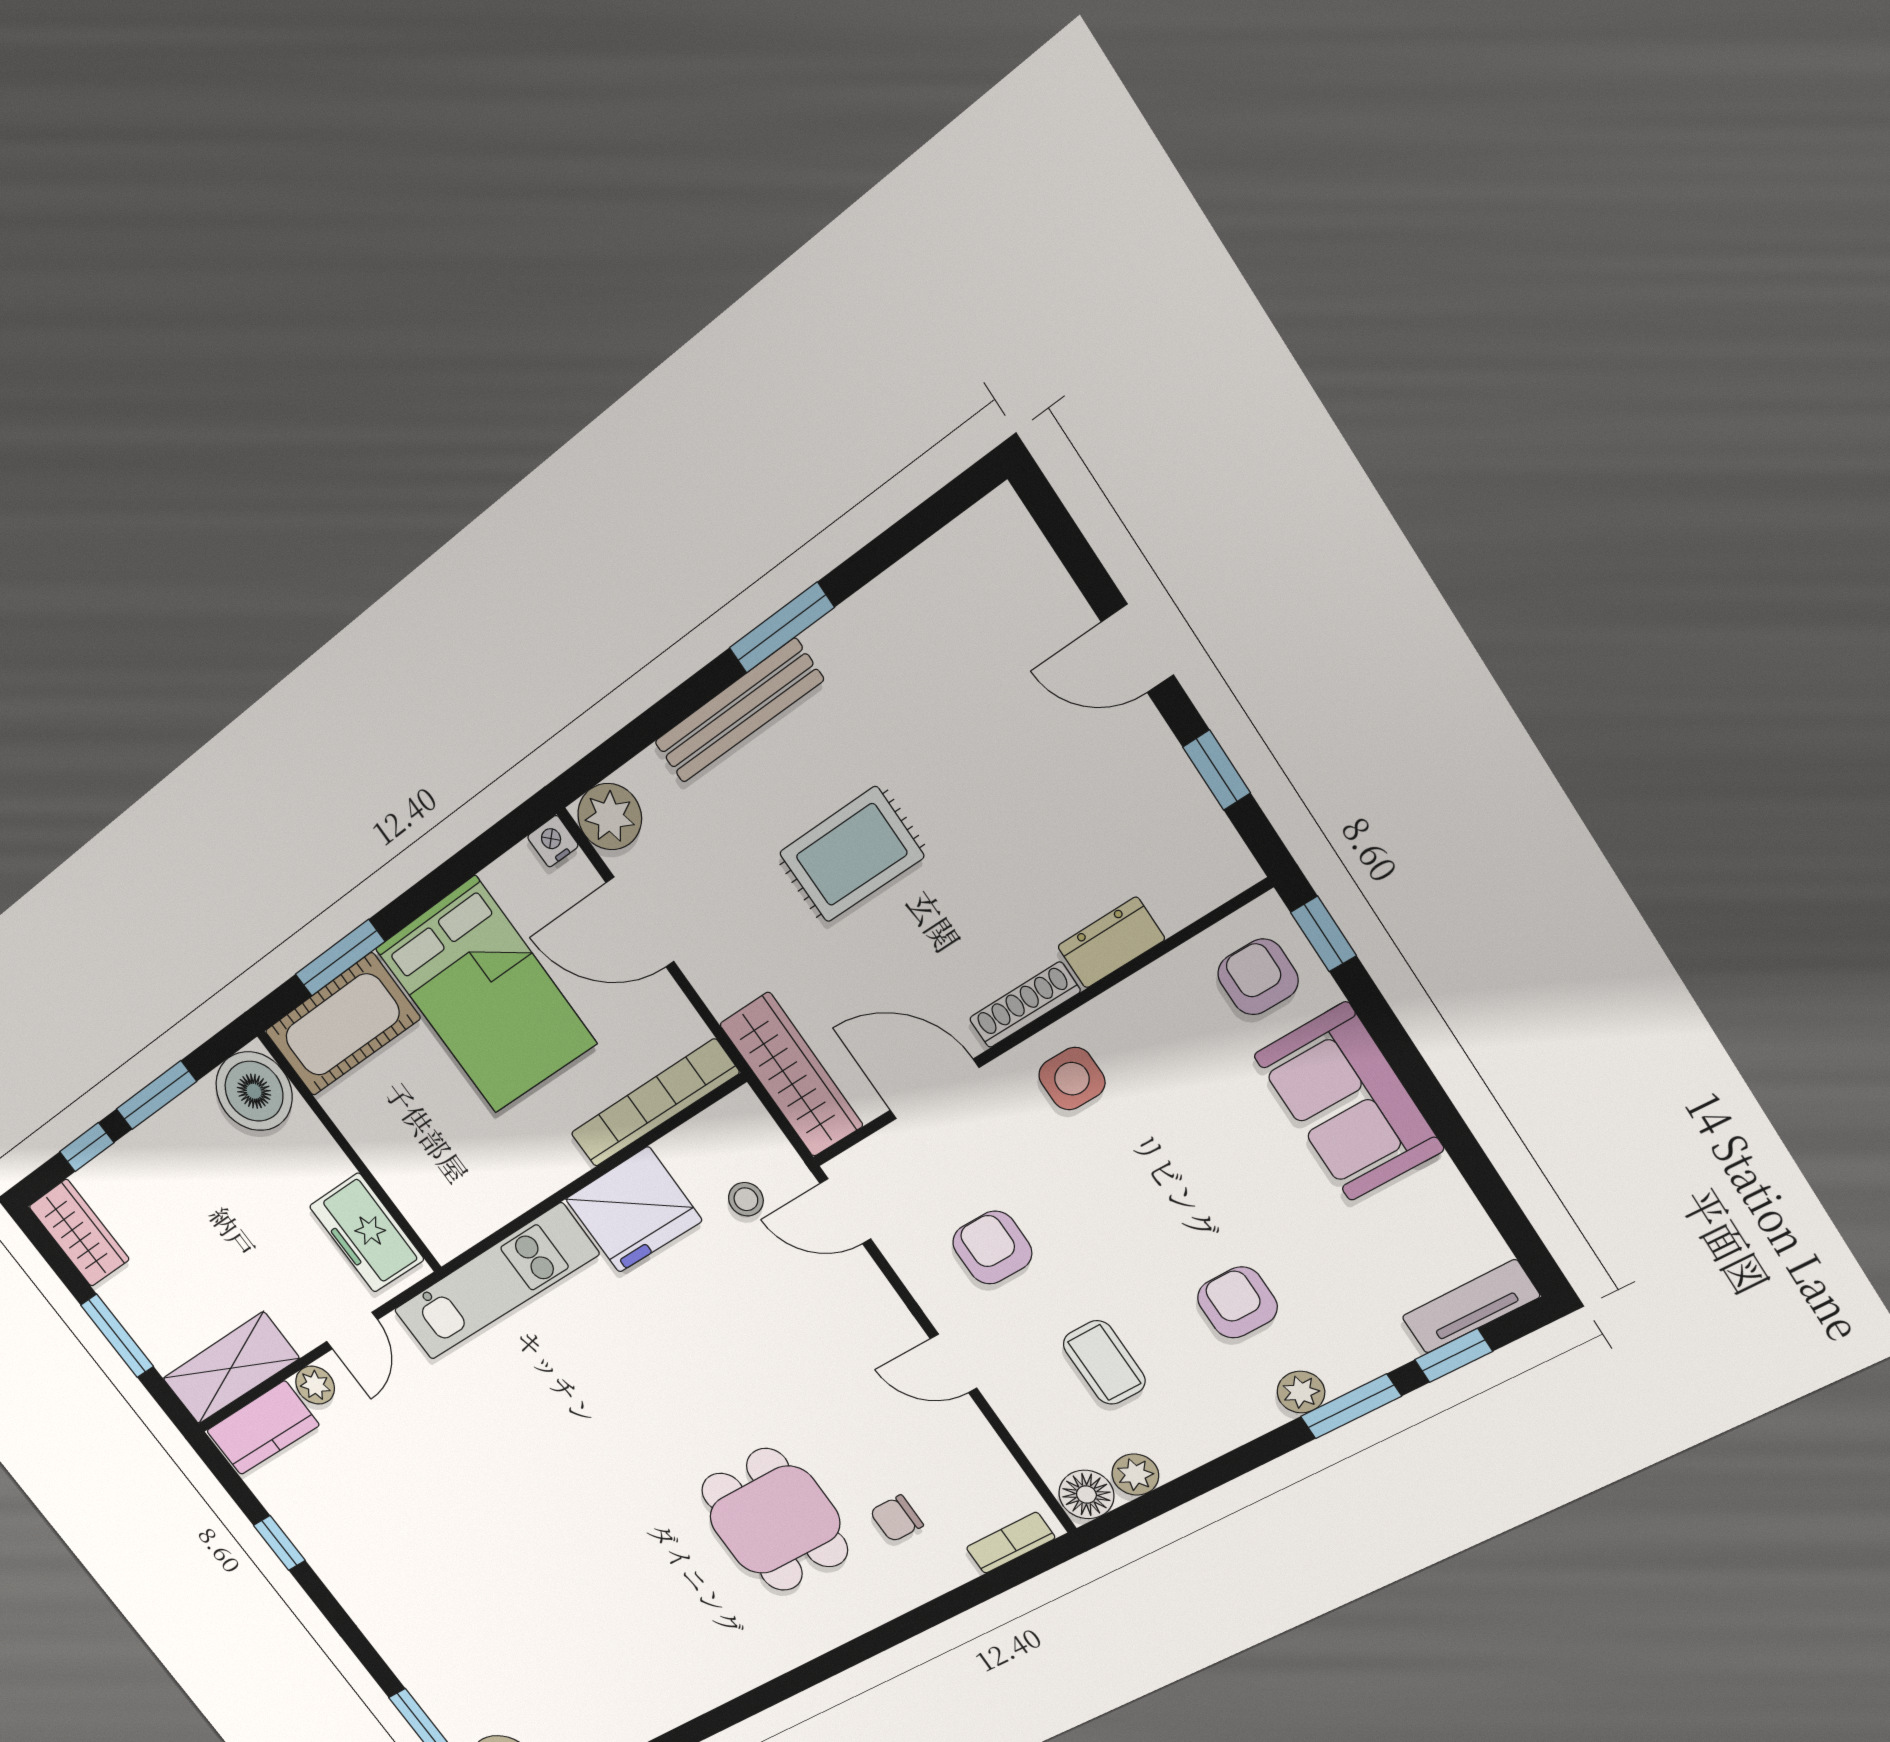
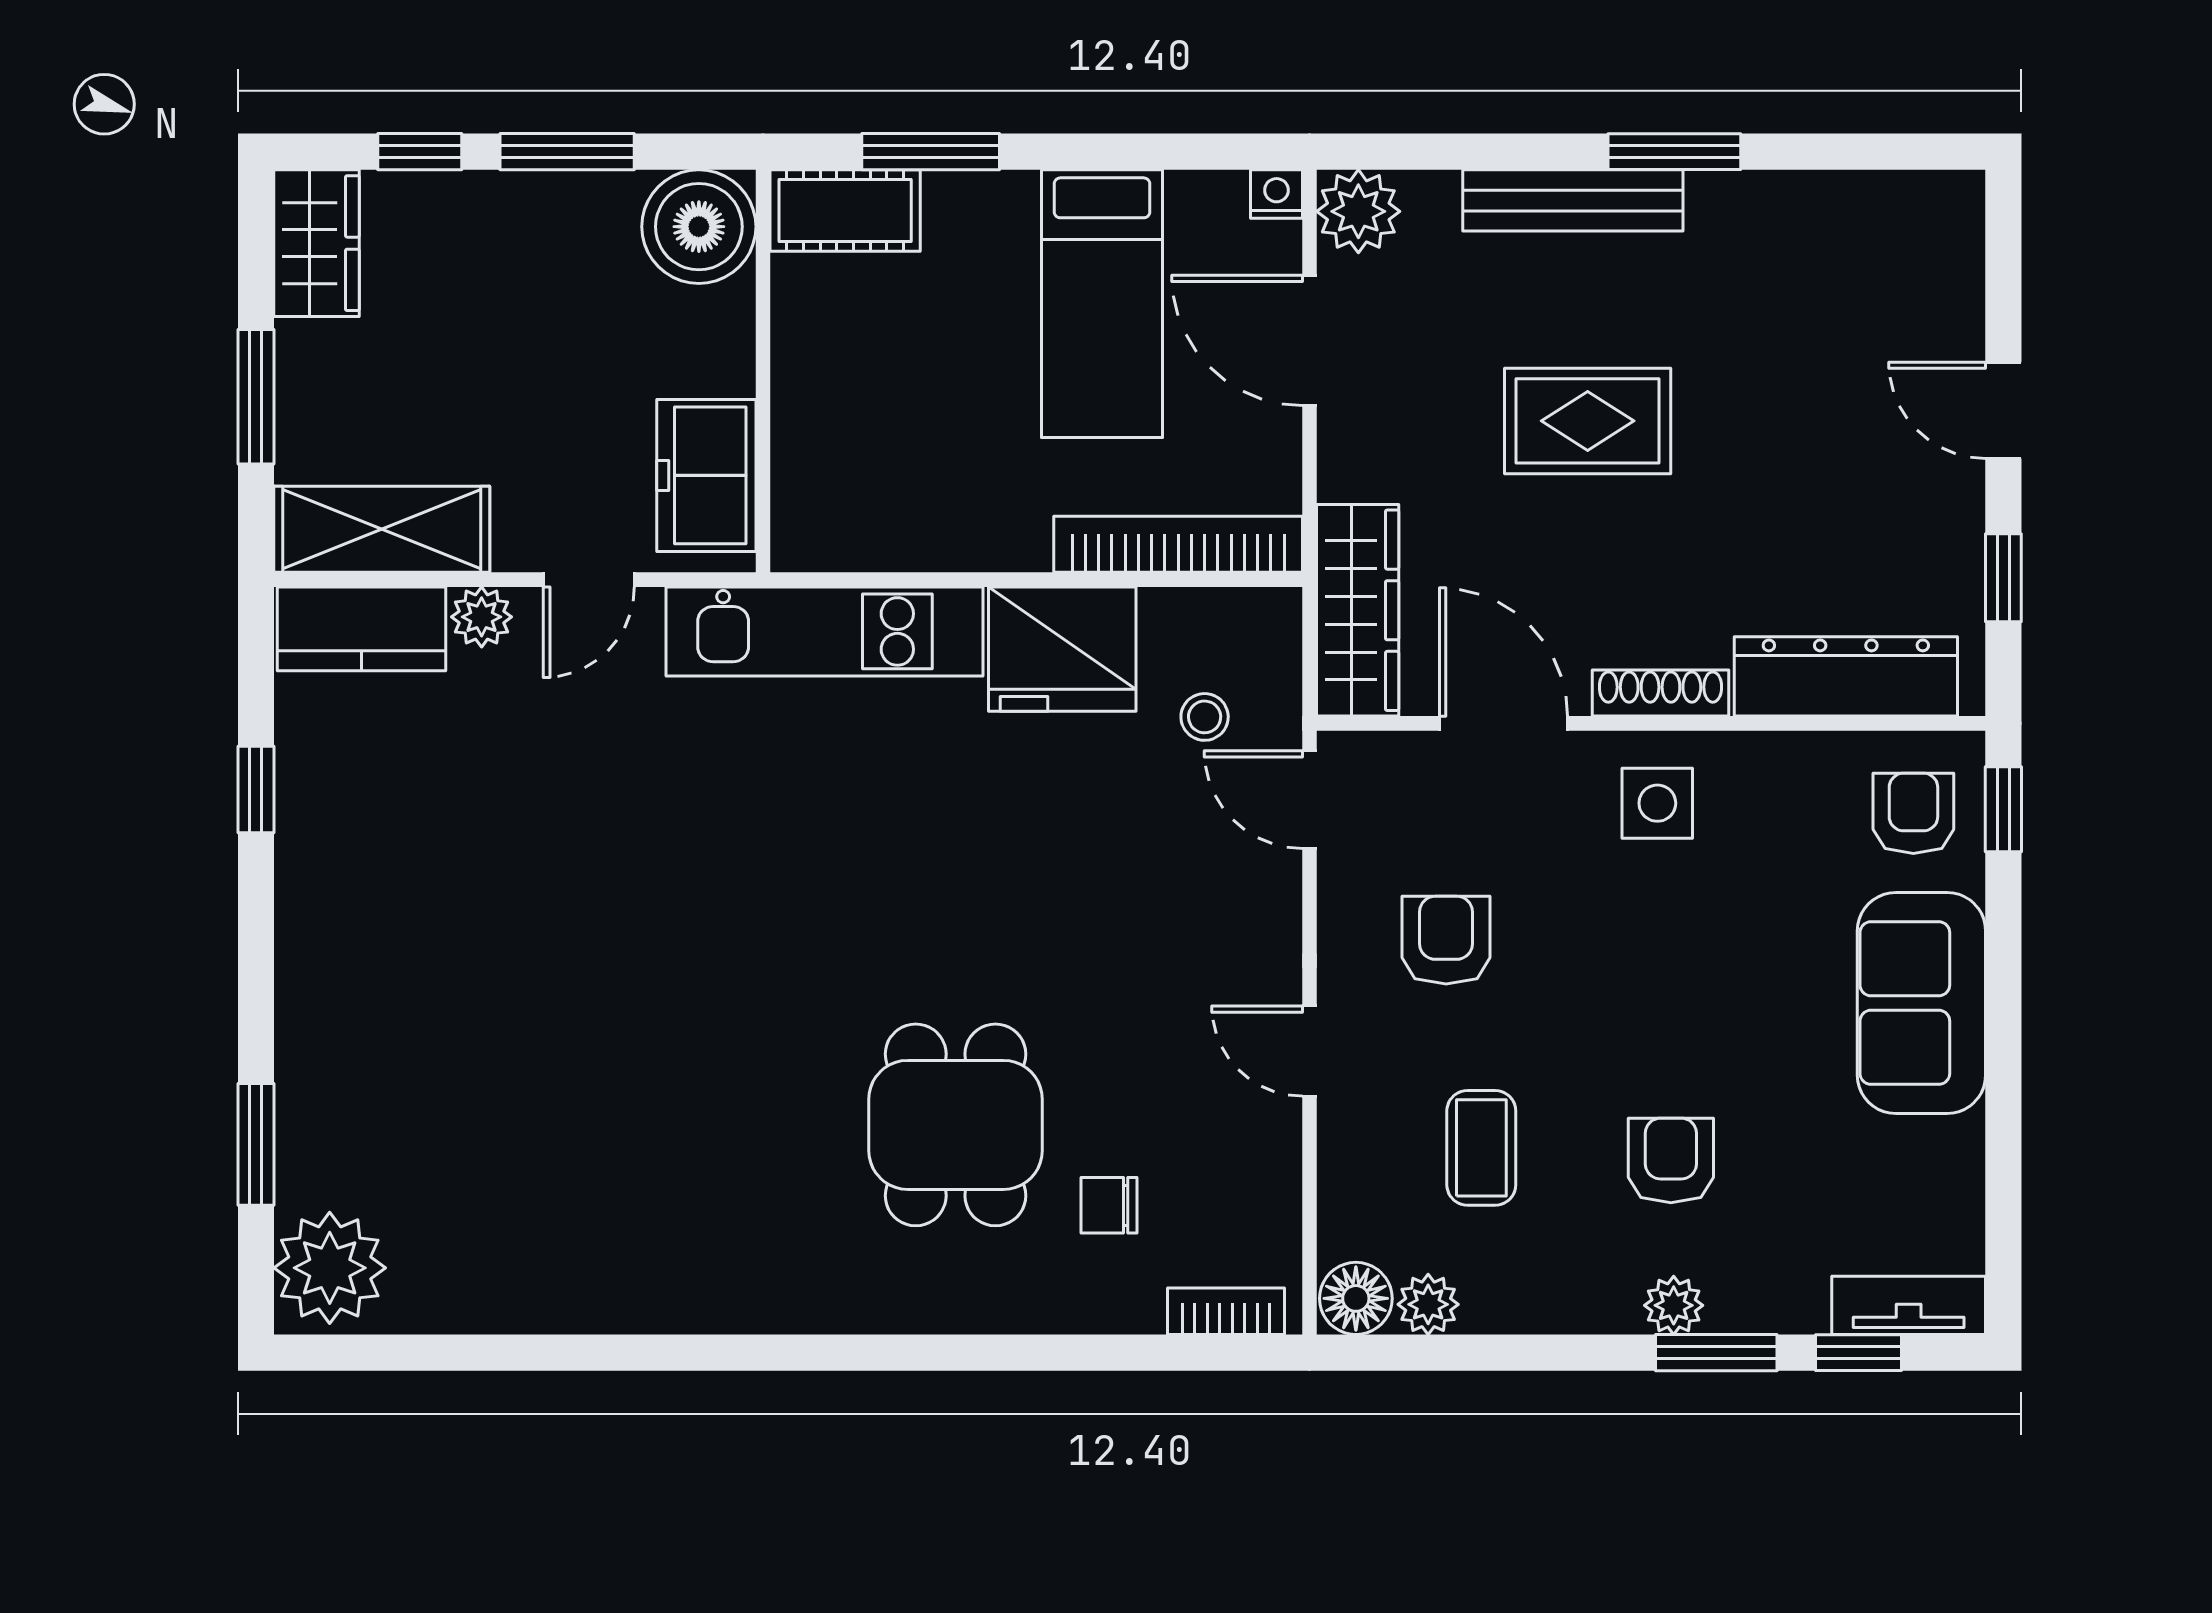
dresser: (1111, 943) -> (1846, 676), width x1.96, depth x1.24
bed: (486, 996) -> (1102, 304), width x0.67
cot: (342, 1025) -> (845, 211), width x0.73, depth x0.75

